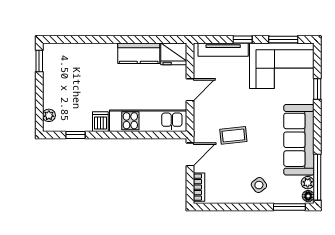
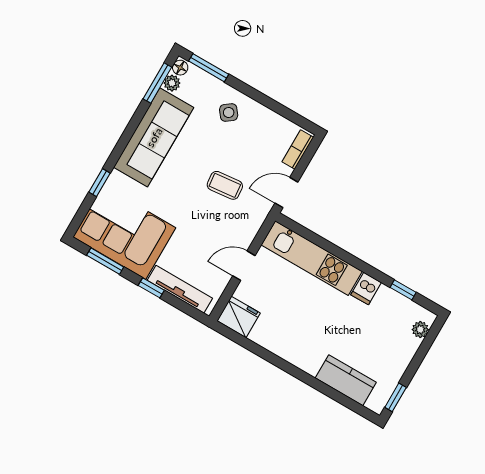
kitchen counter: (139, 53) -> (346, 380), moved
window: (317, 177) -> (157, 83), width x0.69

